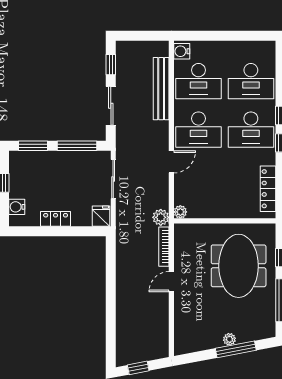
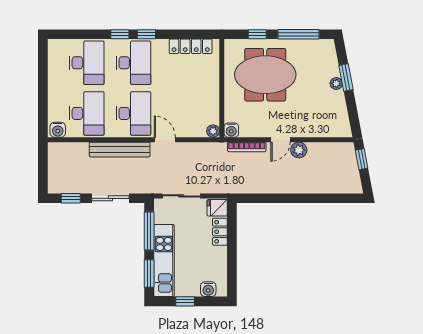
bench: (161, 89) -> (120, 150), moved
kitchen unit: (46, 161) -> (164, 261), added
plant: (161, 217) -> (299, 150), moved
locker: (56, 219) -> (220, 232), moved
water cooler: (181, 231) -> (231, 130), added
door: (171, 282) -> (280, 140), hinge flipped
window: (236, 349) -> (346, 77), width x0.69
window: (138, 368) -> (362, 159), moved

